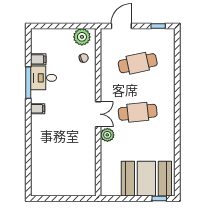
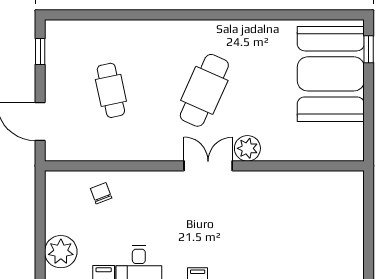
plant: (82, 37) -> (61, 252), moved
cafe table: (138, 63) -> (111, 90), width x0.73, depth x0.74
cafe table: (138, 112) -> (204, 90), turned 30

